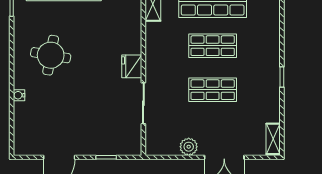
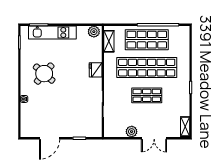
shop shelf: (213, 46) -> (147, 68), width x2.00, depth x1.36
round table: (51, 55) -> (44, 74), turned 31
fridge: (132, 66) -> (96, 70), moved

